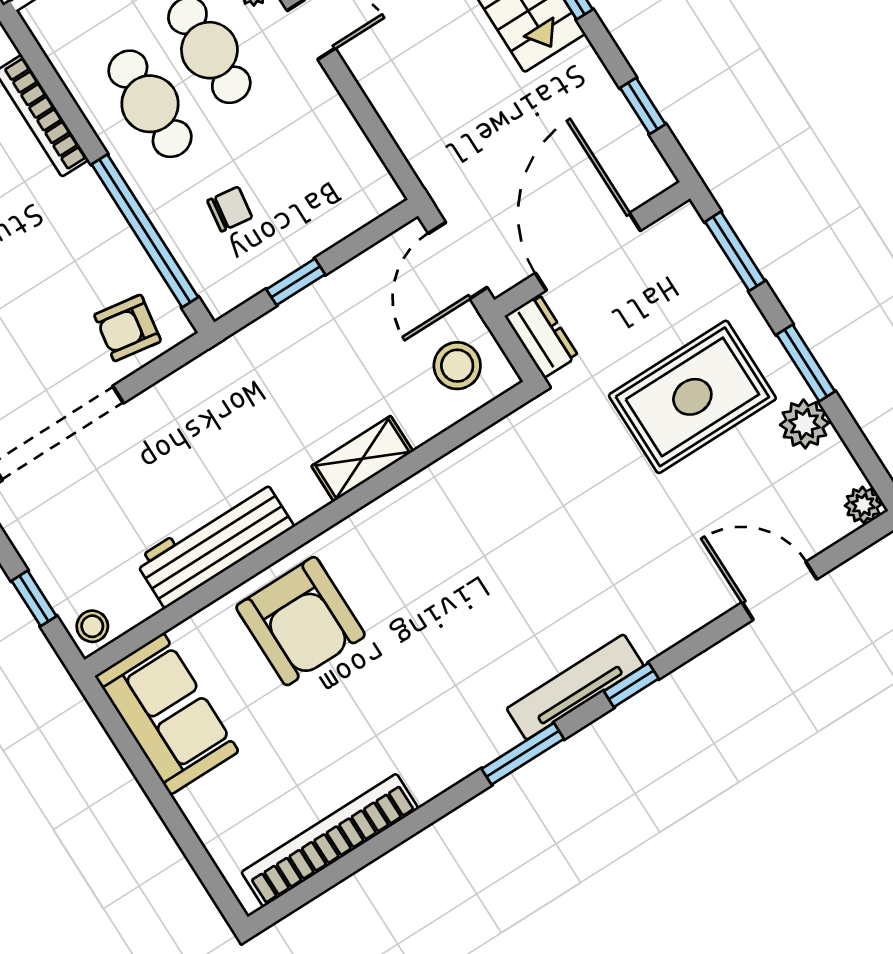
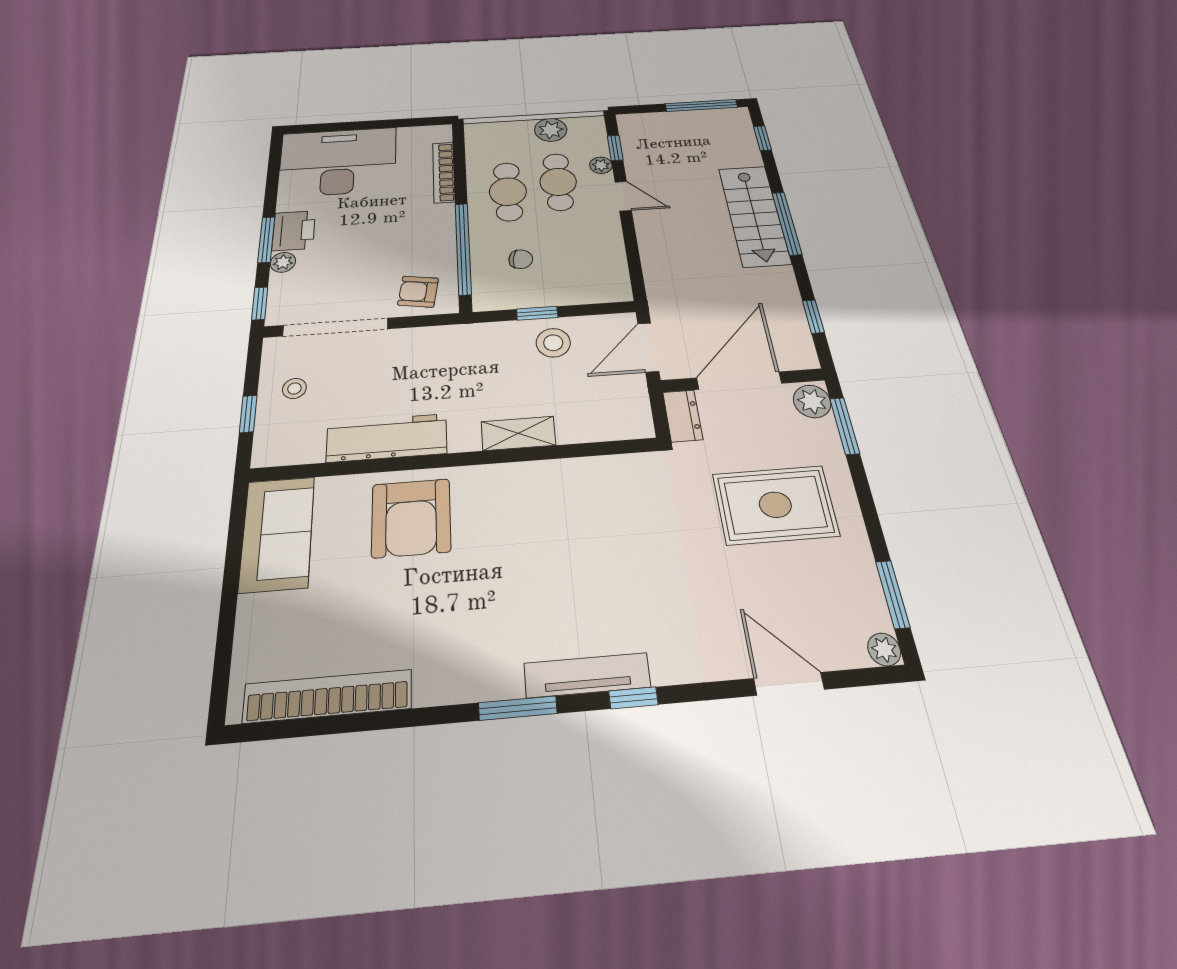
window: (806, 363) -> (893, 594), moved
stool: (457, 366) -> (553, 343), moved
plant: (804, 424) -> (812, 401), moved
stool: (92, 626) -> (294, 388), moved

